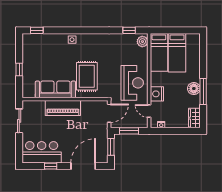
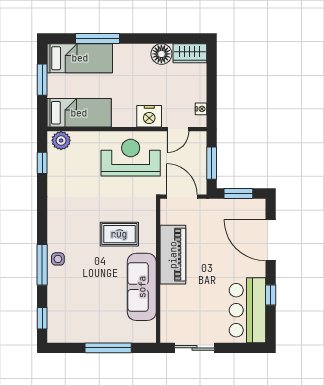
window: (69, 30) -> (42, 265), added
window: (179, 30) -> (42, 80), added
bed: (177, 53) -> (80, 58), moved
window: (19, 69) -> (108, 348), width x2.17
rug: (87, 76) -> (119, 234), width x0.73, depth x0.70
floor lamp: (194, 89) -> (161, 54), moved
window: (203, 91) -> (97, 39), moved
piano: (63, 108) -> (173, 255), moved

